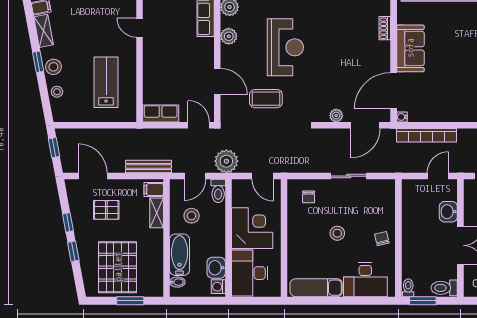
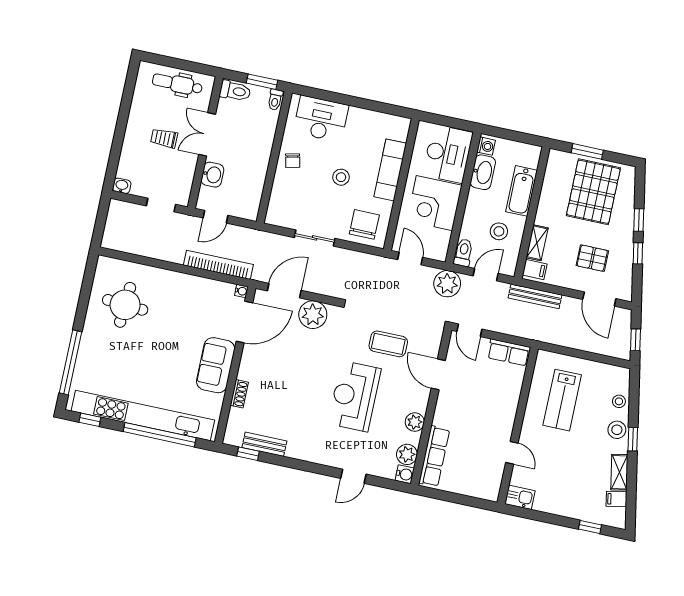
plant: (336, 116) -> (313, 315), width x1.87, depth x1.87
chair: (309, 197) -> (364, 224), width x1.87, depth x1.87
washbasin: (216, 268) -> (483, 172), width x1.38
bidet: (177, 282) -> (530, 161), removed
exam couch: (316, 288) -> (390, 170), moved, turned 90

